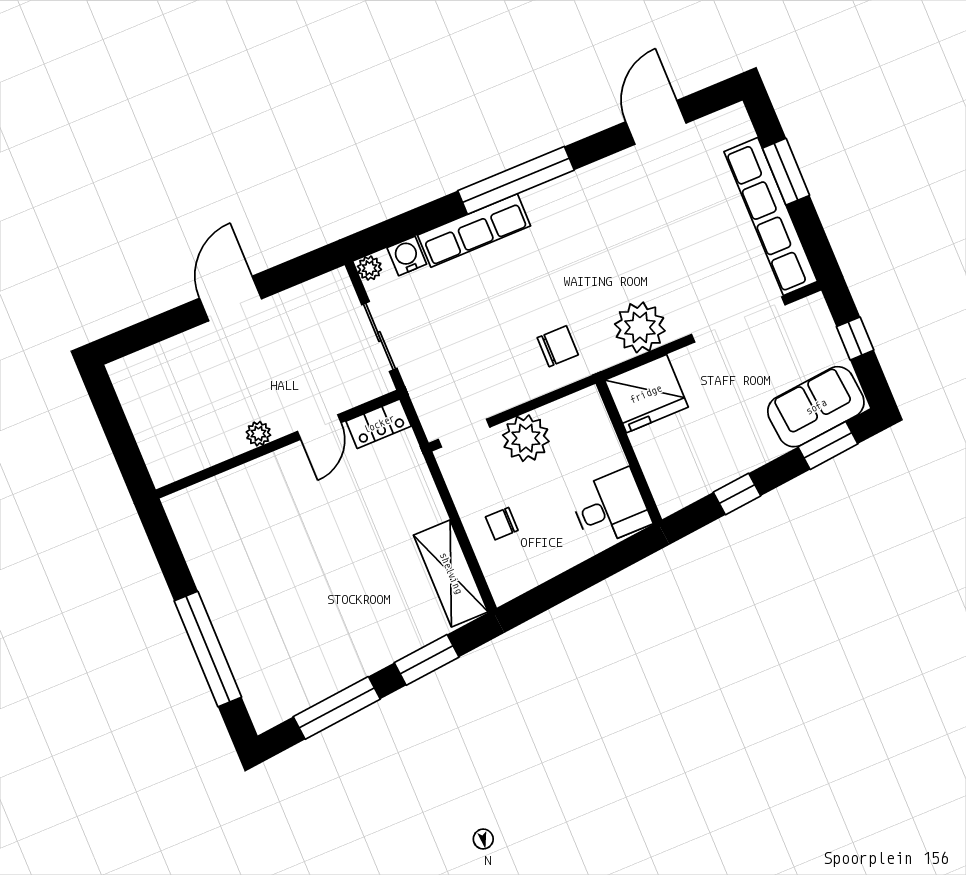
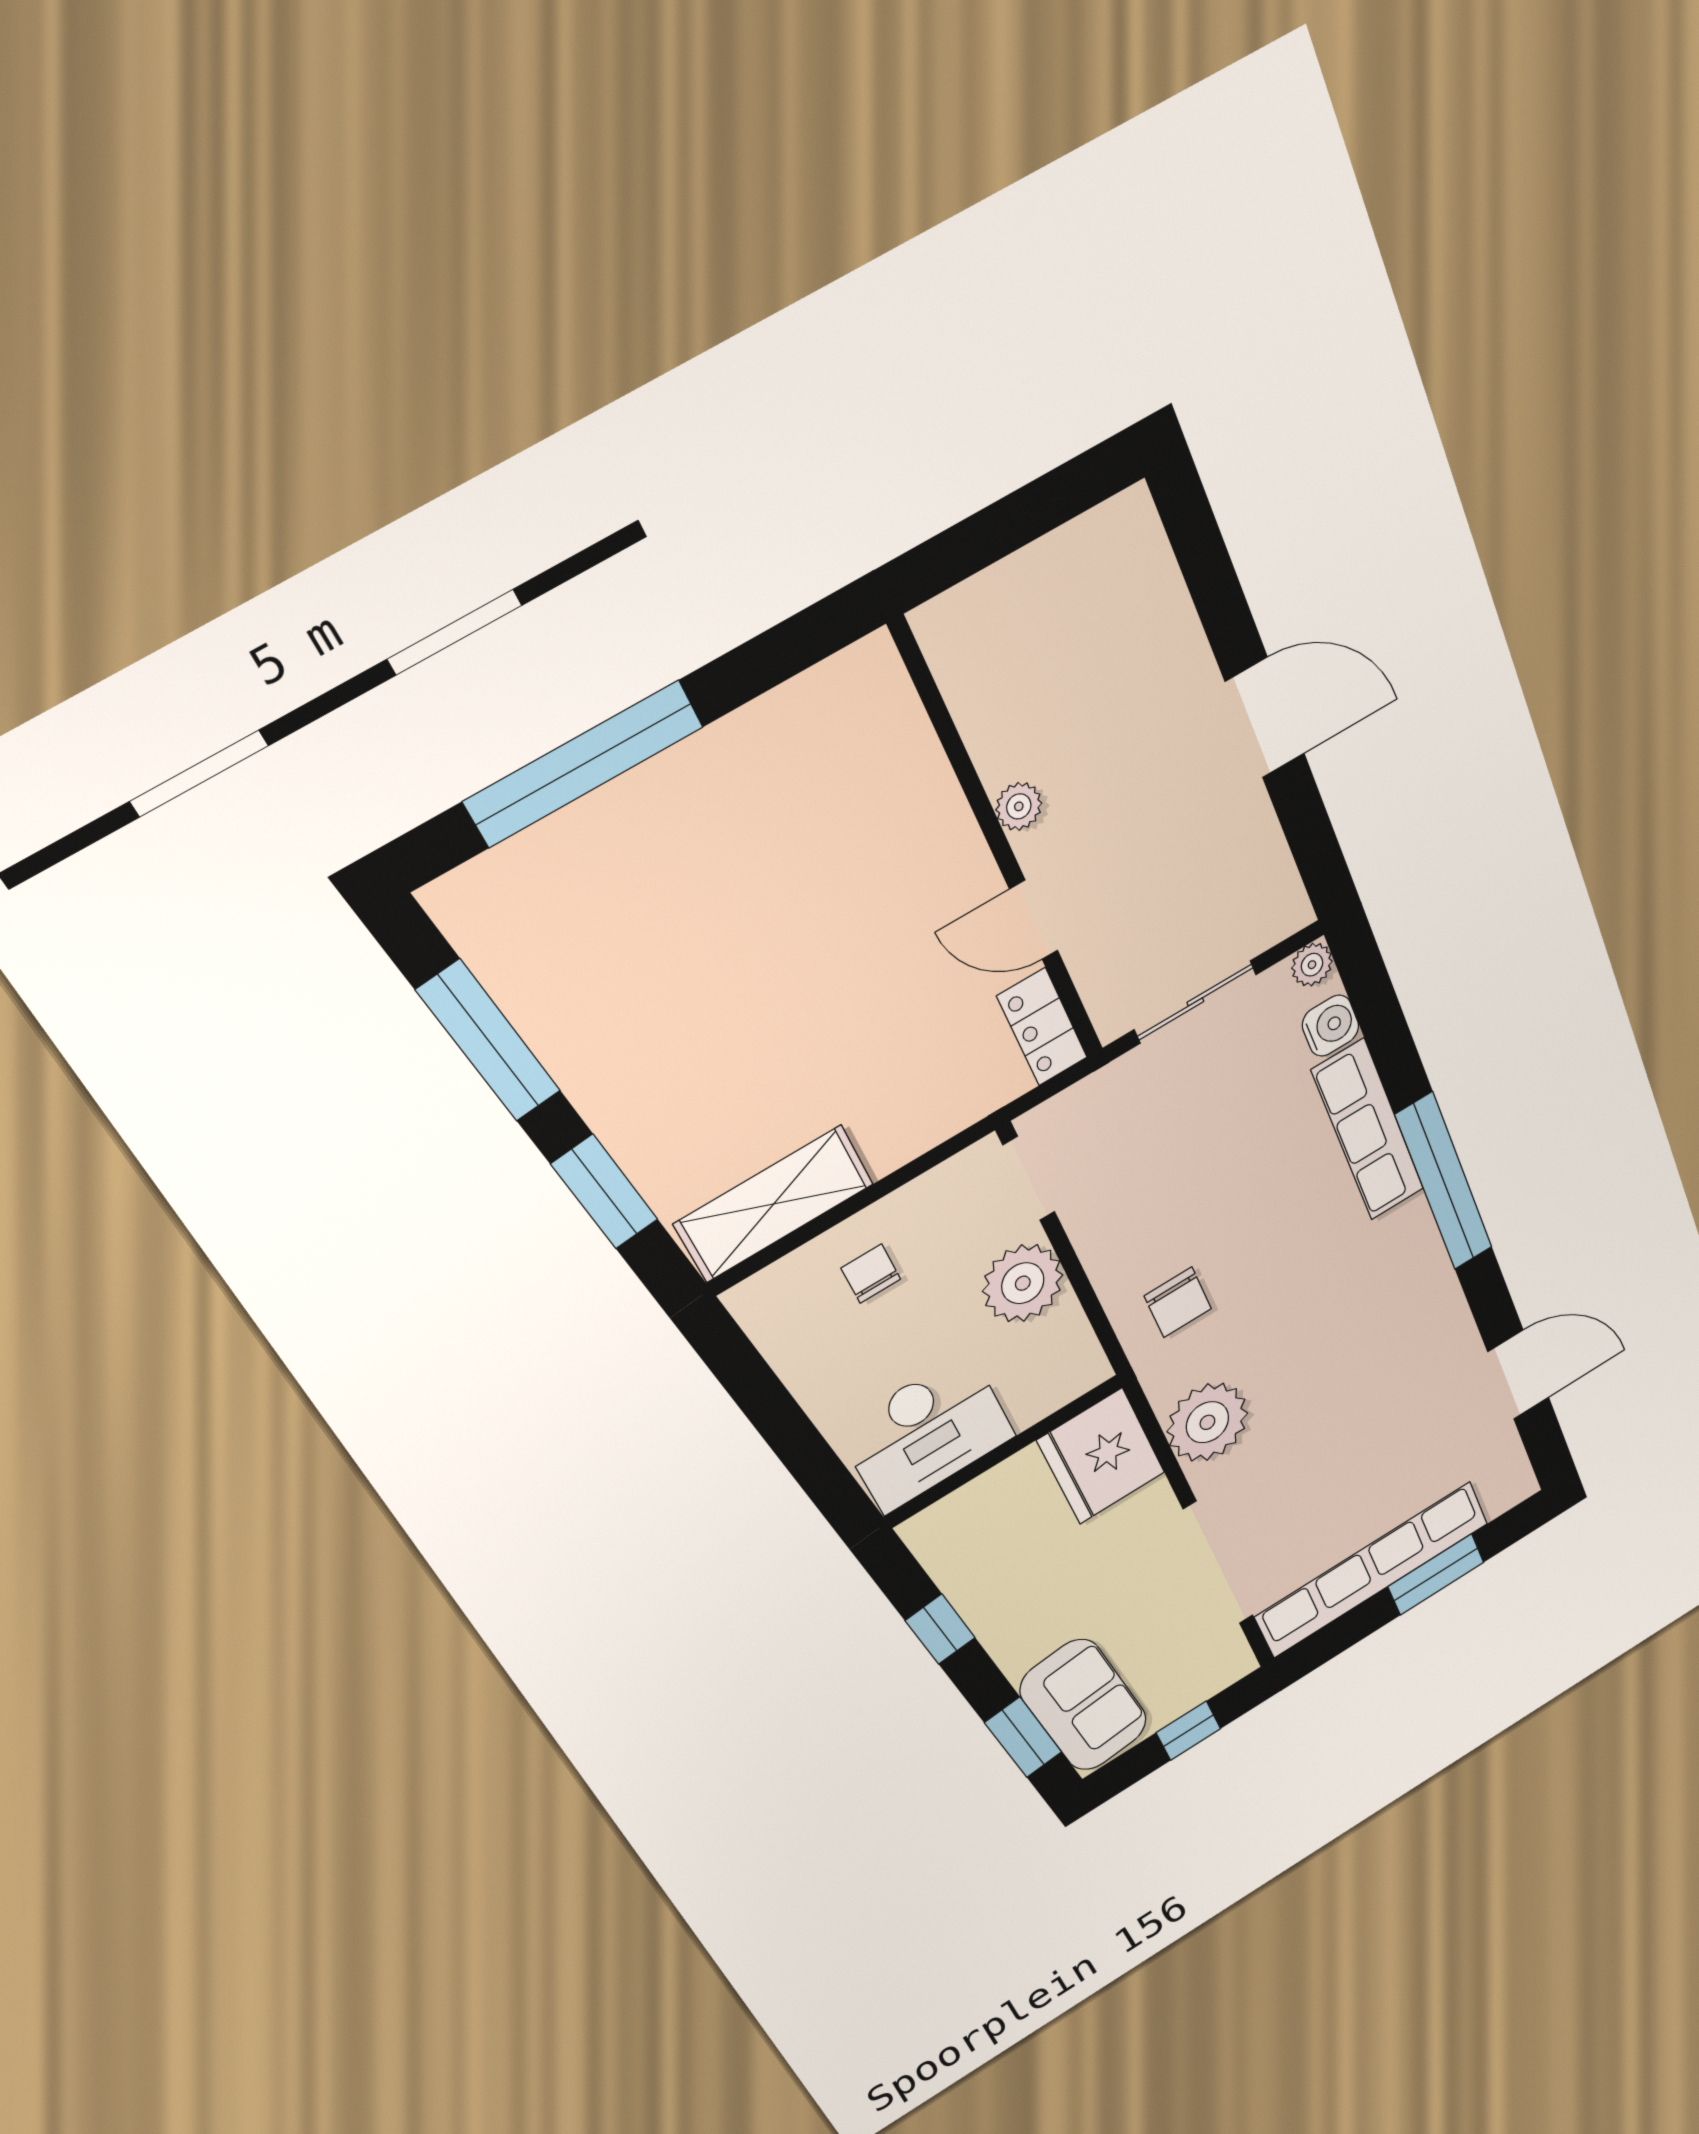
desk: (610, 508) -> (926, 1433), width x1.37

